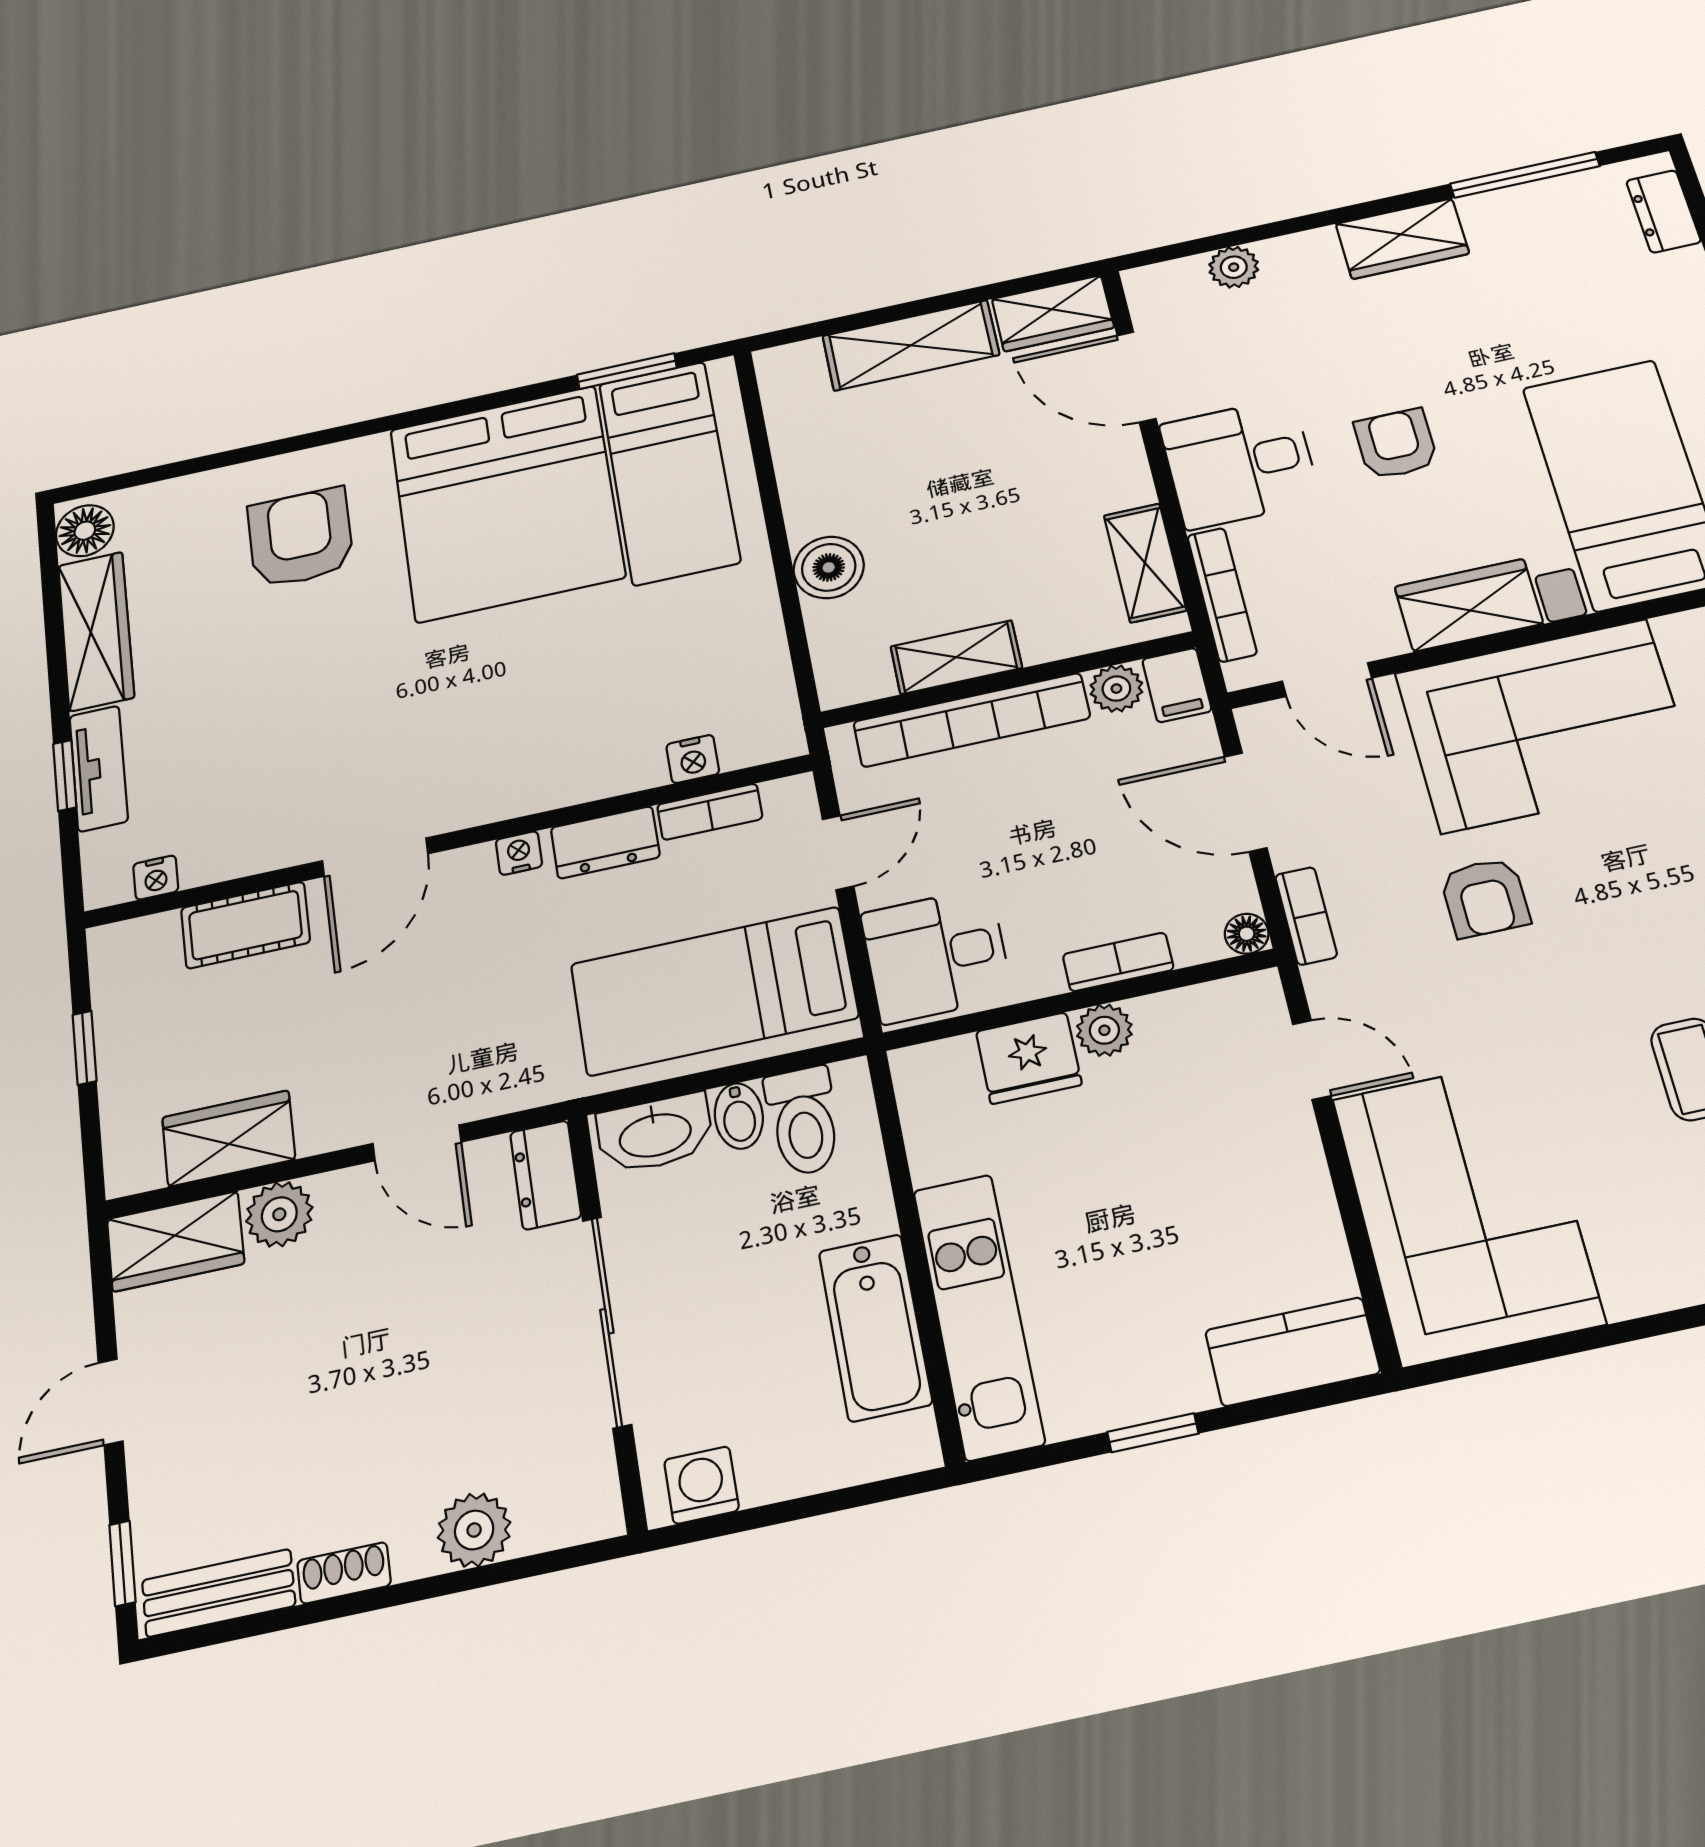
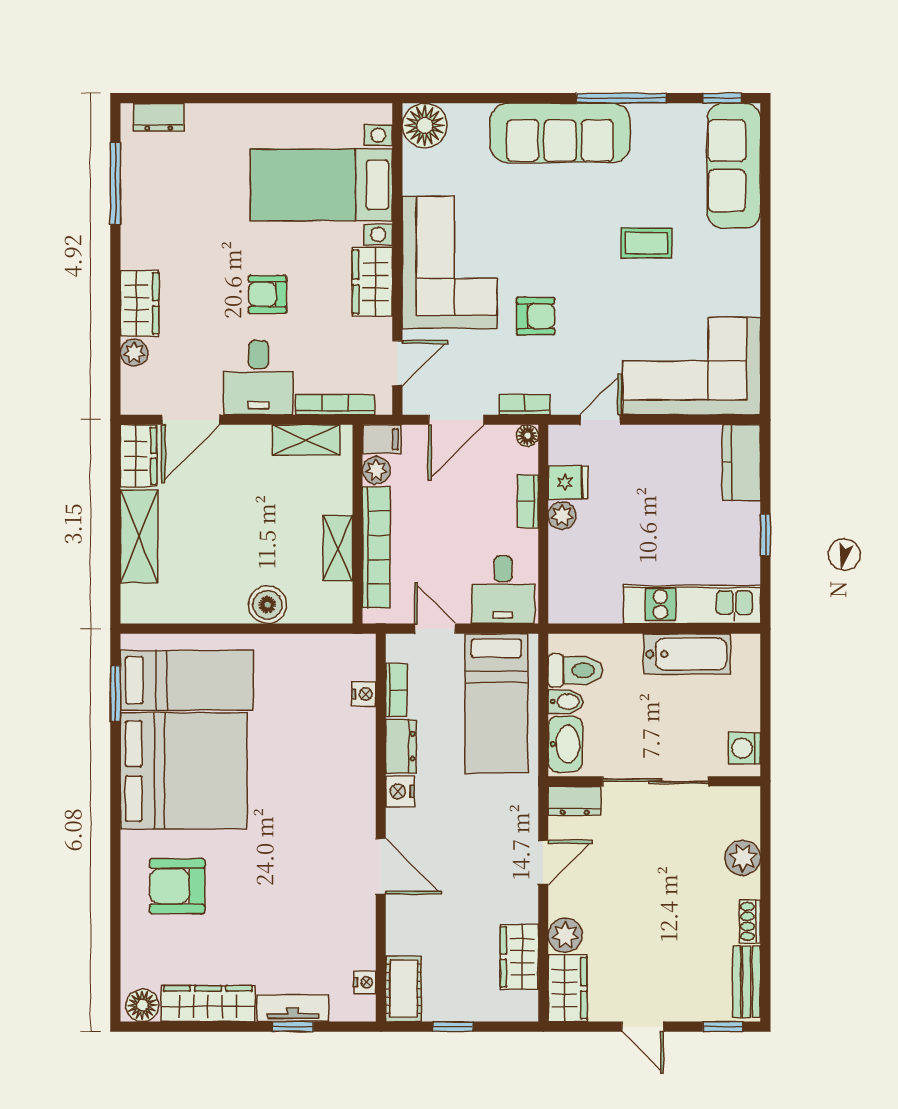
wardrobe: (1402, 239) -> (140, 303), moved
nightstand: (519, 853) -> (400, 791), width x1.39, depth x1.35
cot: (245, 925) -> (404, 989), moved
fridge: (1029, 1058) -> (568, 482), moved, width x0.72

